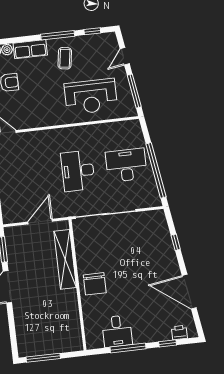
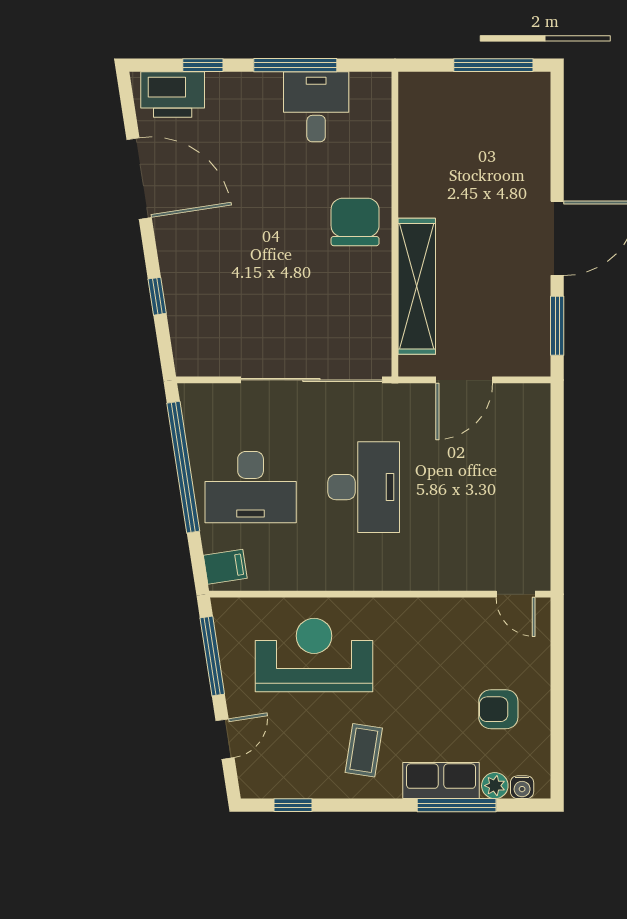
window: (58, 35) -> (457, 805), moved
filing cabinet: (133, 130) -> (225, 567), added
printer: (179, 332) -> (173, 94), width x1.87, depth x1.48

